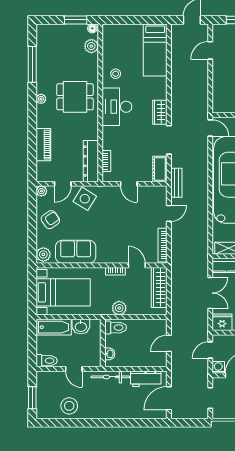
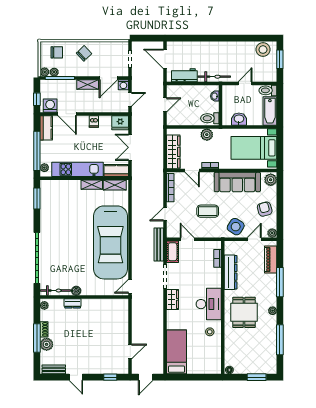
window: (76, 20) -> (257, 377), moved
plant: (91, 46) -> (230, 355), removed
dining table: (75, 97) -> (244, 312), turned 90
door: (210, 128) -> (130, 286), hinge flipped
window: (32, 133) -> (280, 282), added
piano: (43, 145) -> (271, 259), moved
dresser: (91, 161) -> (231, 272), moved
bench: (176, 183) -> (159, 245), width x1.36
door: (129, 184) -> (187, 239), moved
coffee table: (118, 217) -> (208, 211), added
armchair: (50, 220) -> (265, 209), turned 109
sofa: (76, 252) -> (237, 182), width x1.36
bathtub: (54, 327) -> (270, 111), moved, turned -90
door: (74, 369) -> (245, 83), hinge flipped
door: (169, 398) -> (165, 59), swing flipped
stool: (69, 406) -> (263, 50), moved

